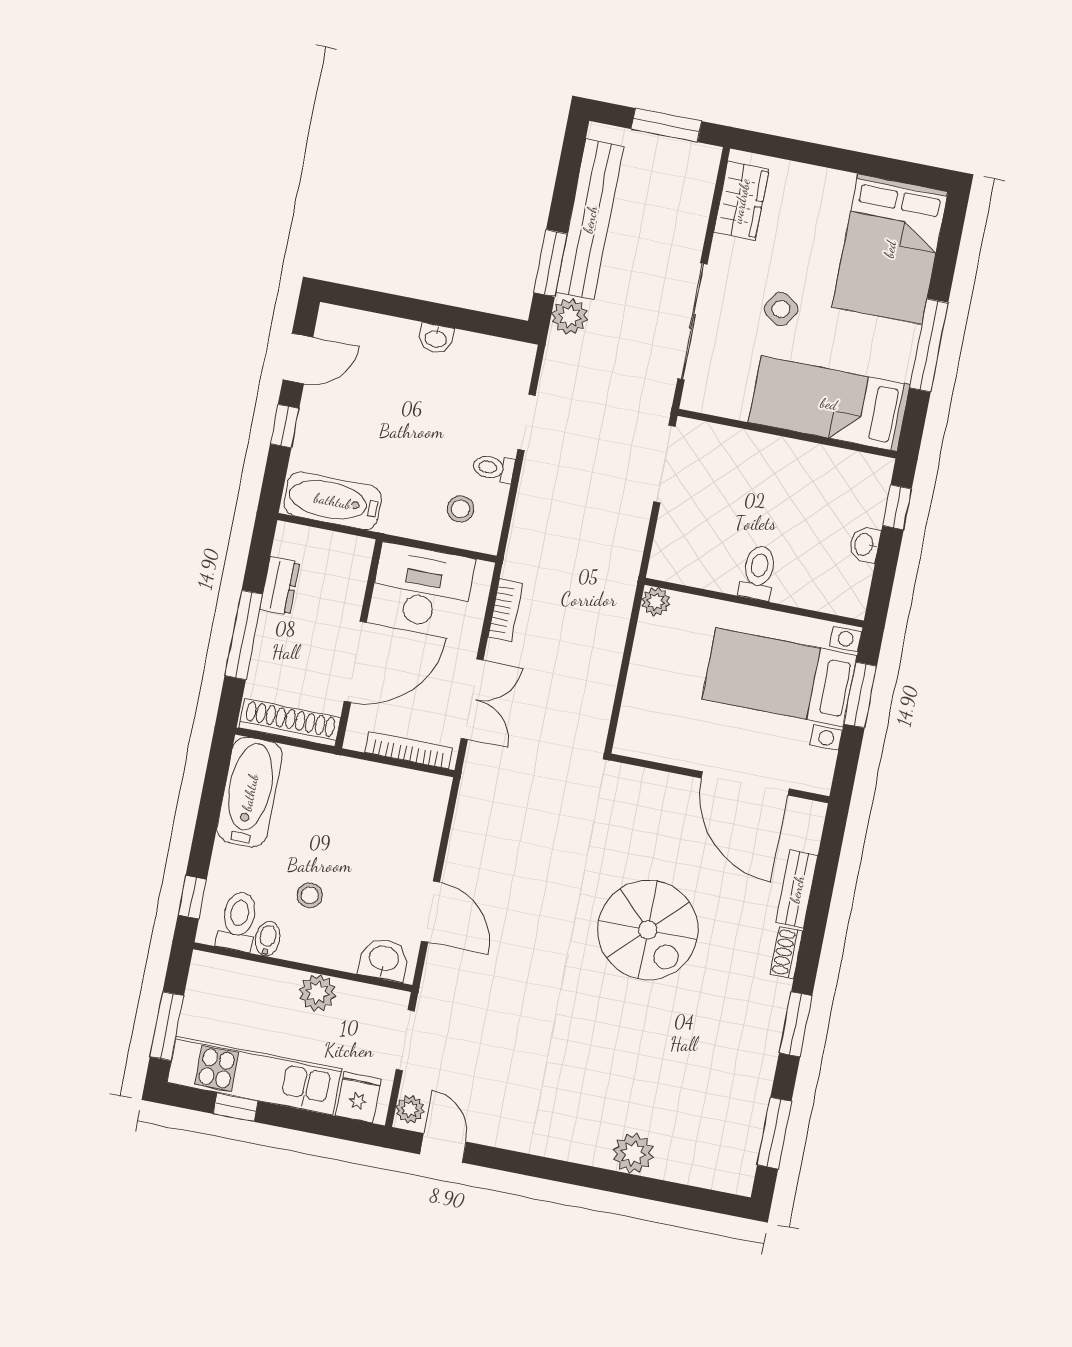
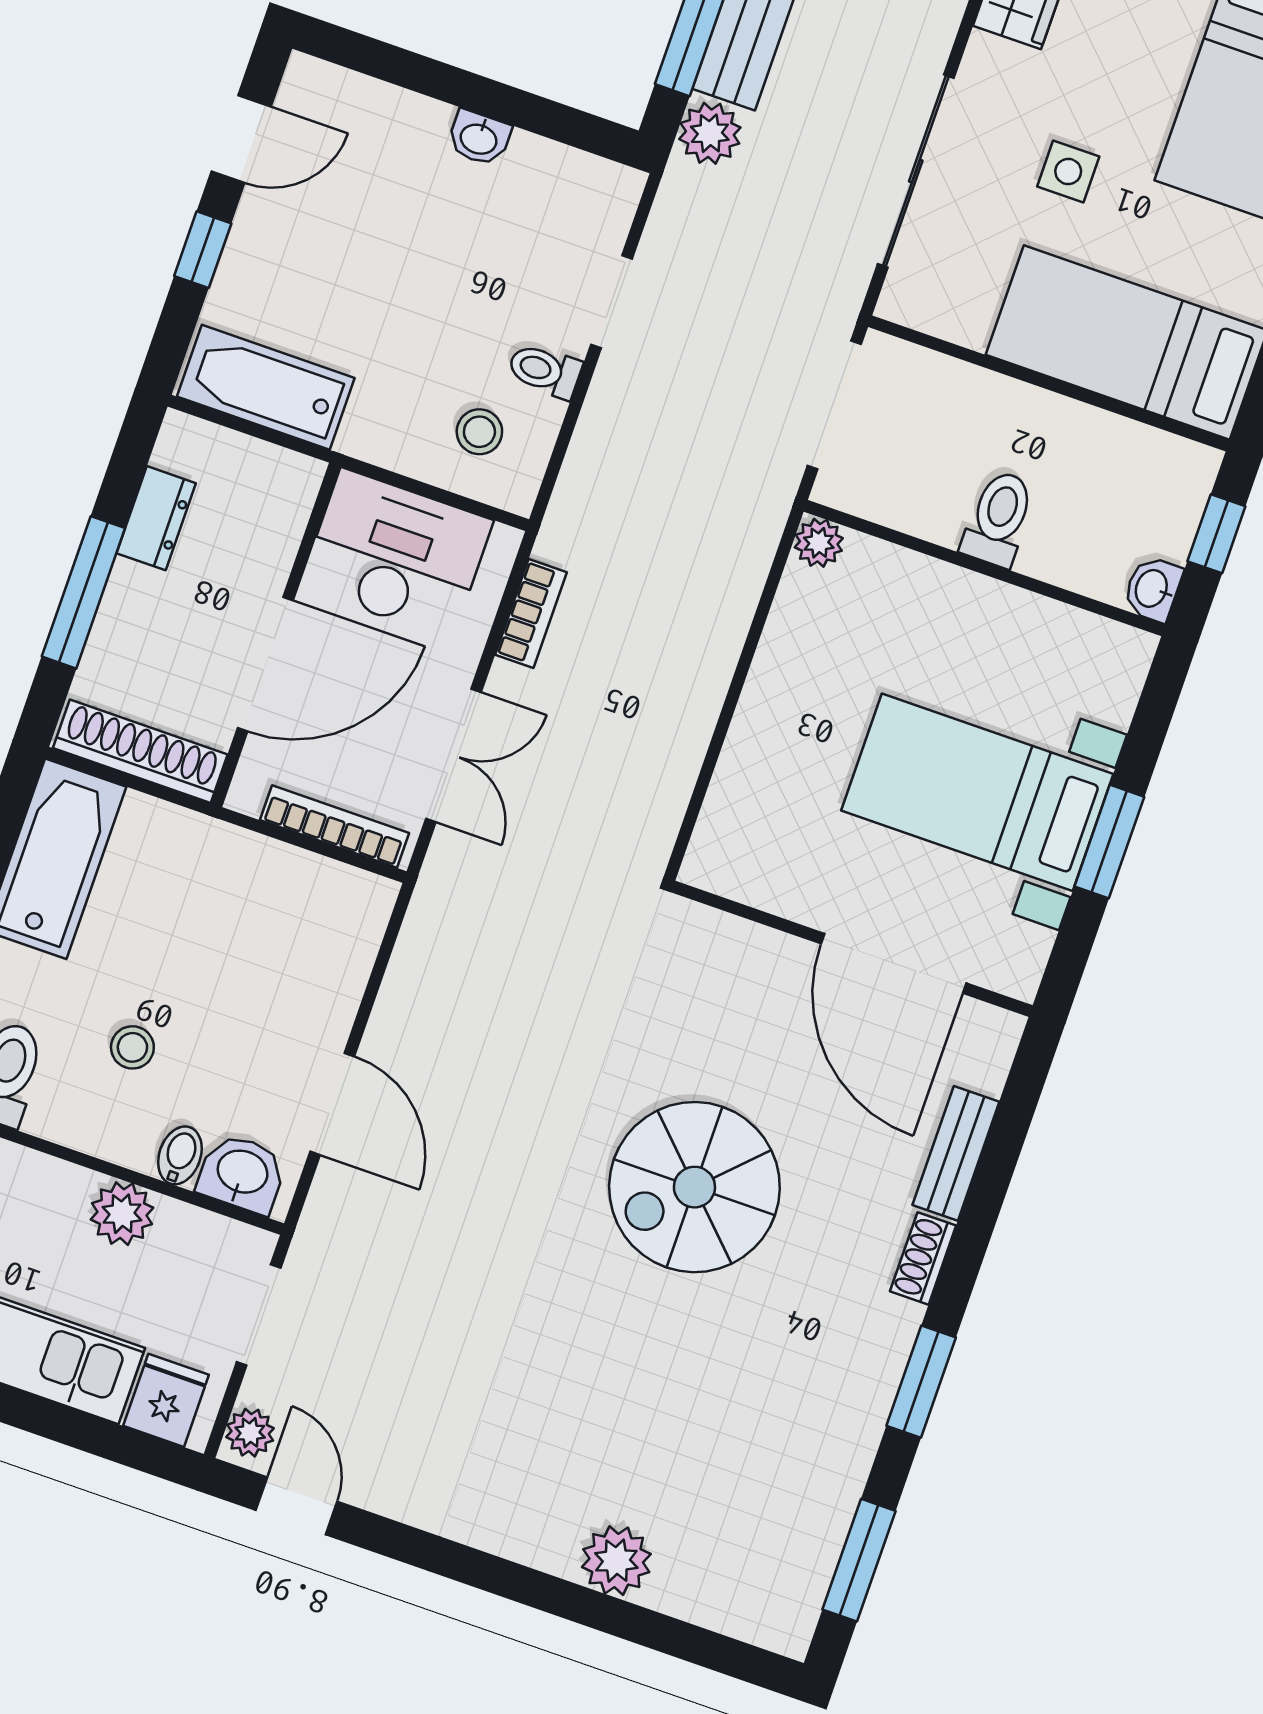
side table: (781, 309) -> (1068, 172), turned -33
toilet: (758, 573) -> (998, 519), moved
plant: (656, 602) -> (819, 543), moved
wall: (754, 603) -> (985, 568), moved
spiral stairs: (648, 930) -> (694, 1187), turned 90
bidet: (268, 939) -> (180, 1155), moved

